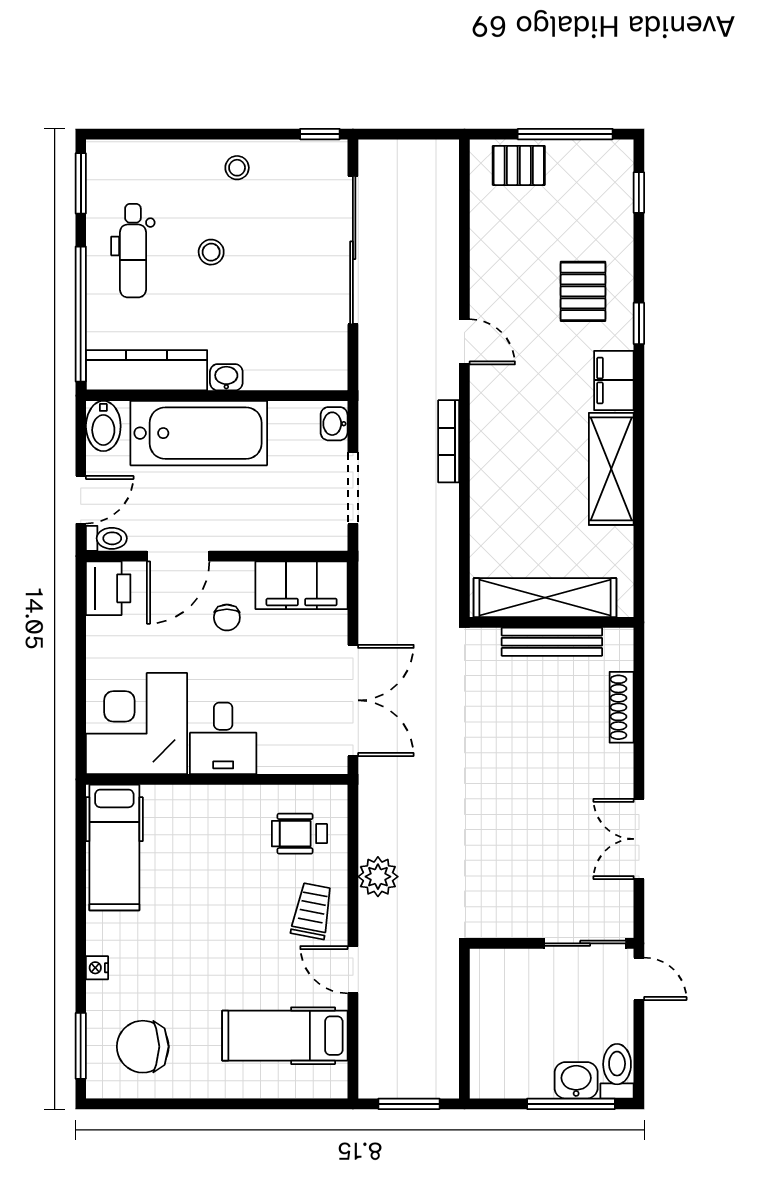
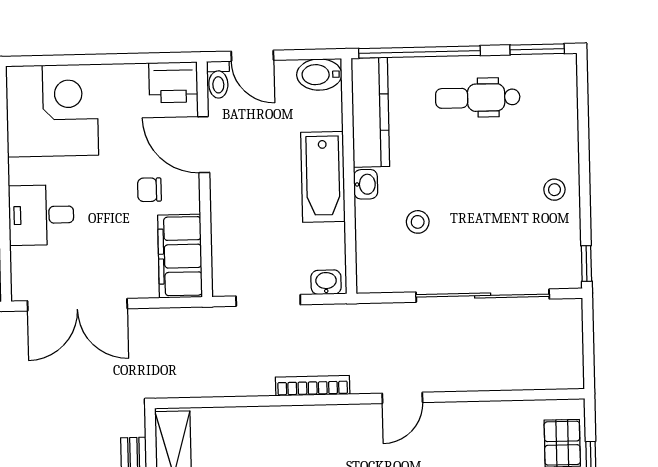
stool: (211, 252) -> (418, 222), moved
bathtub: (199, 433) -> (323, 177), width x0.73, depth x0.73
desk: (223, 738) -> (41, 215), moved

